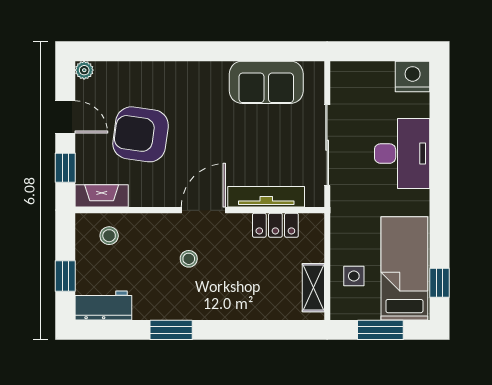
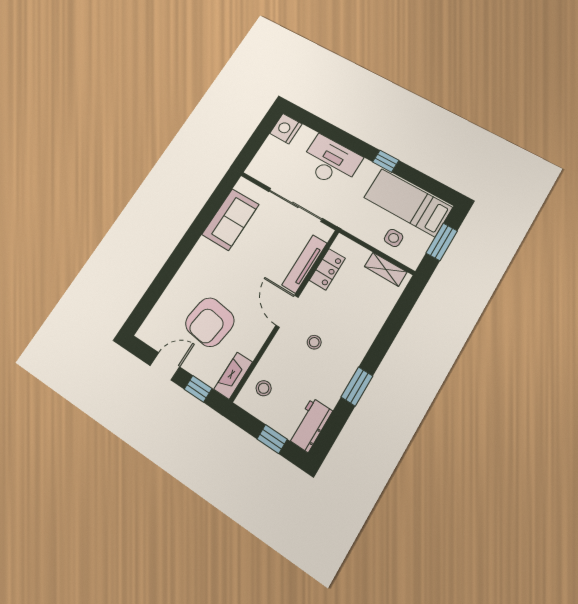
plant: (84, 70) -> (144, 333), removed
window: (440, 283) -> (386, 161), moved

